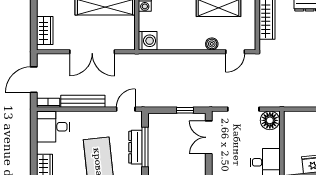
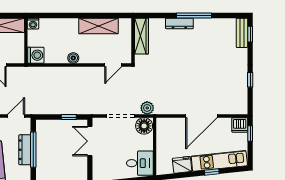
boiler: (212, 44) -> (73, 58), moved
plant: (273, 100) -> (147, 108), added

